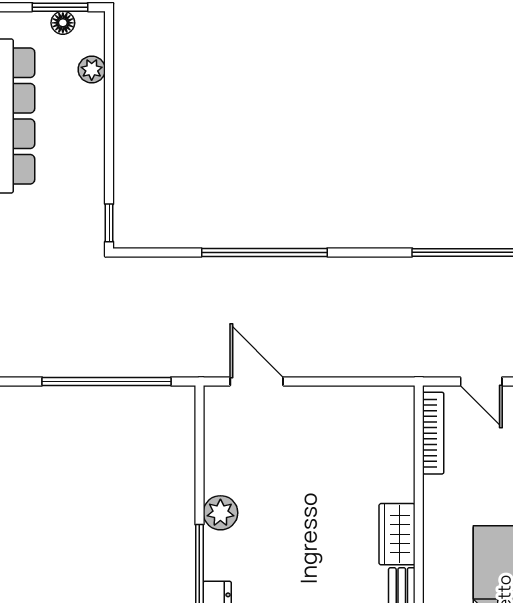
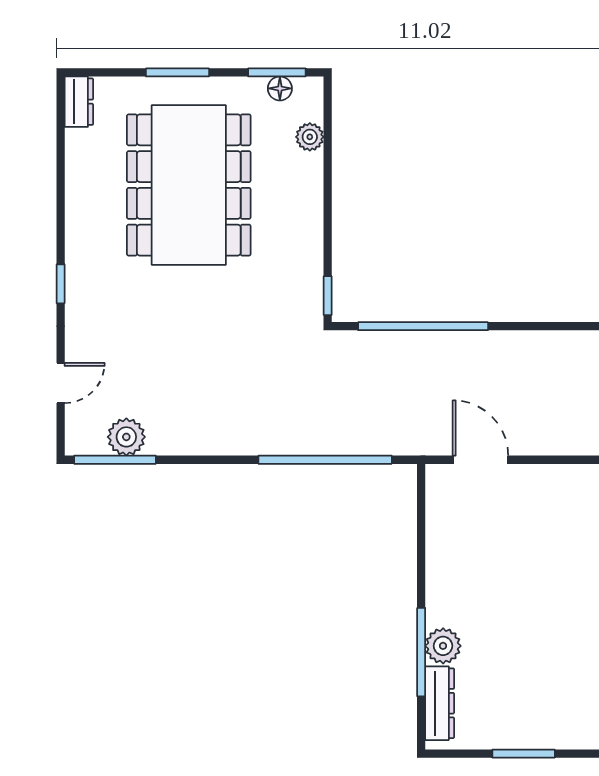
window: (264, 252) -> (423, 326), moved
plant: (220, 513) -> (443, 646), moved

